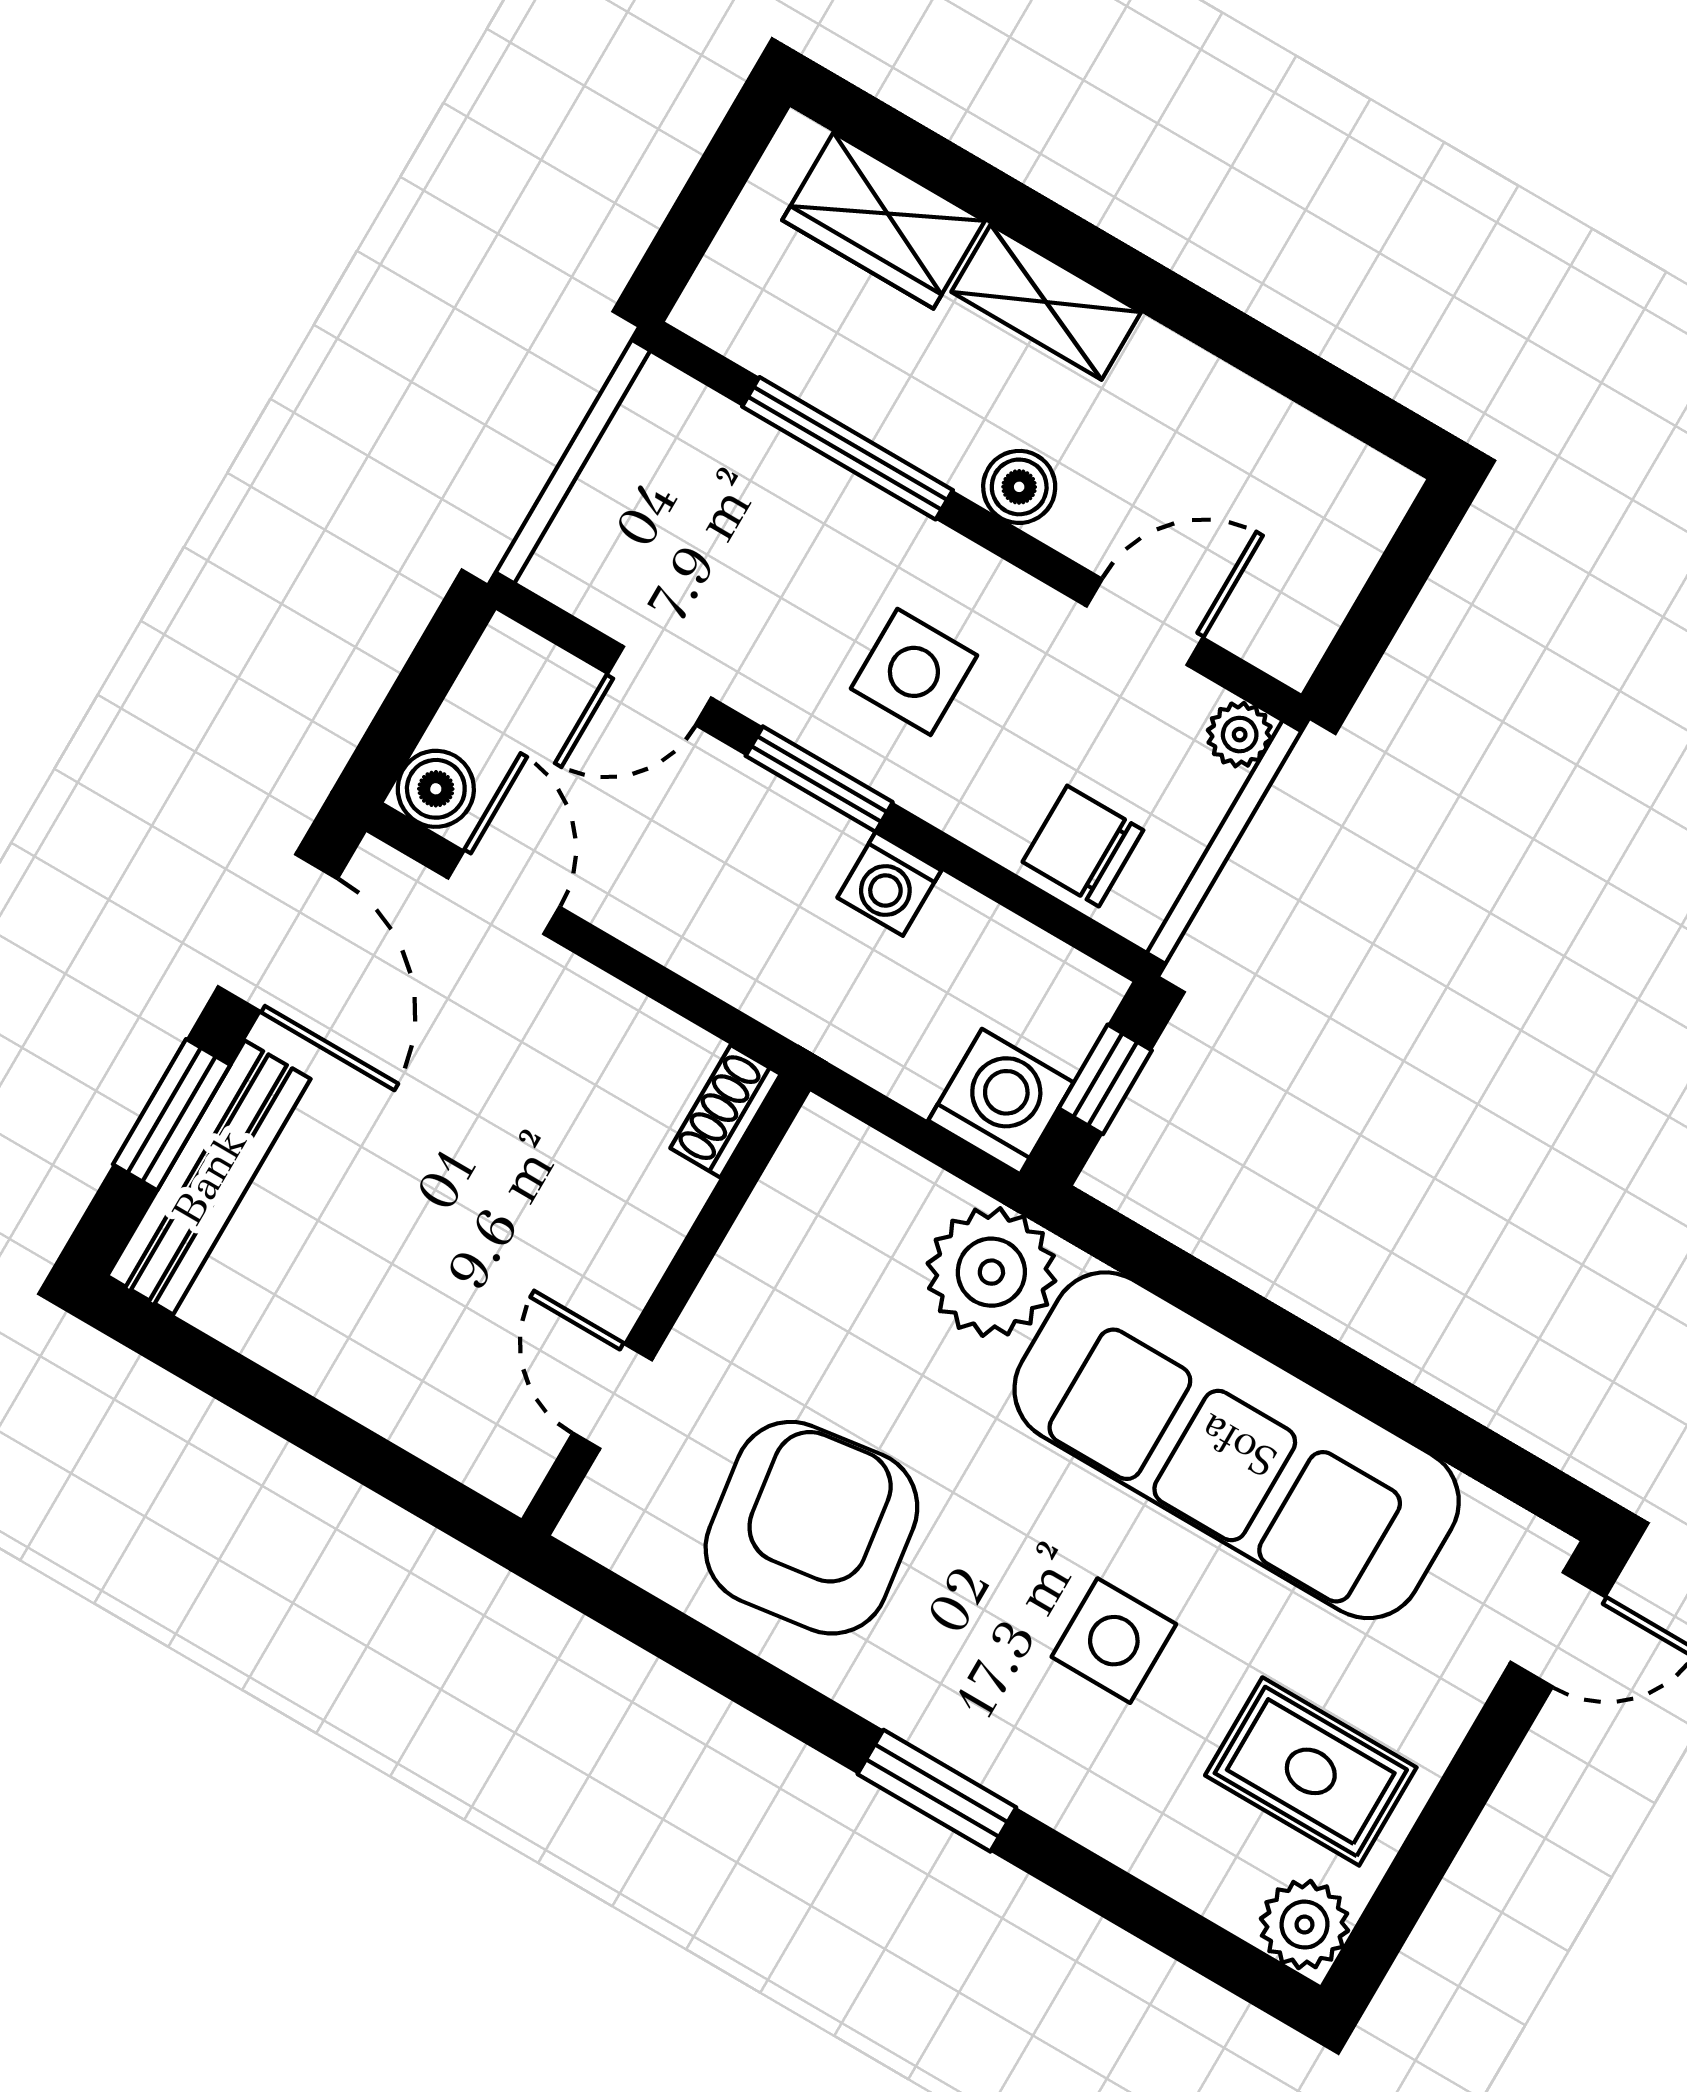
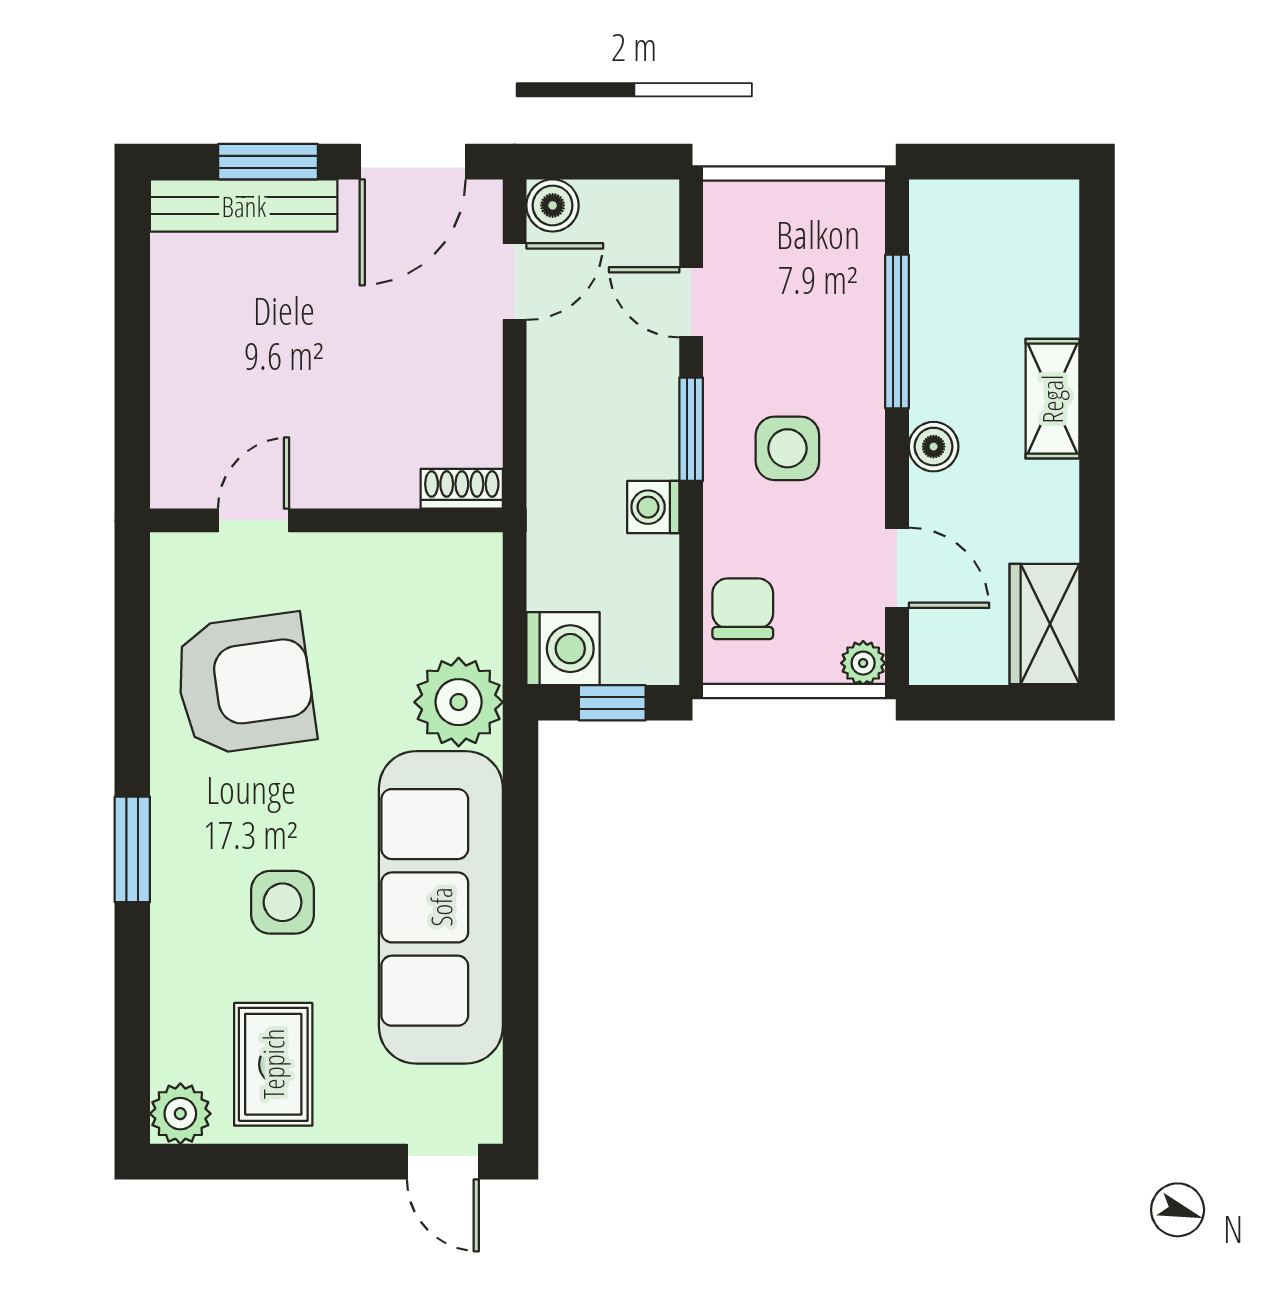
wardrobe: (883, 220) -> (1044, 624), moved

